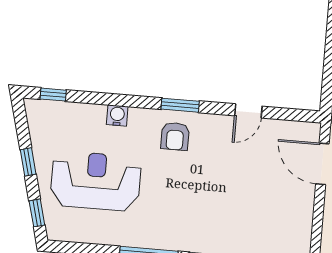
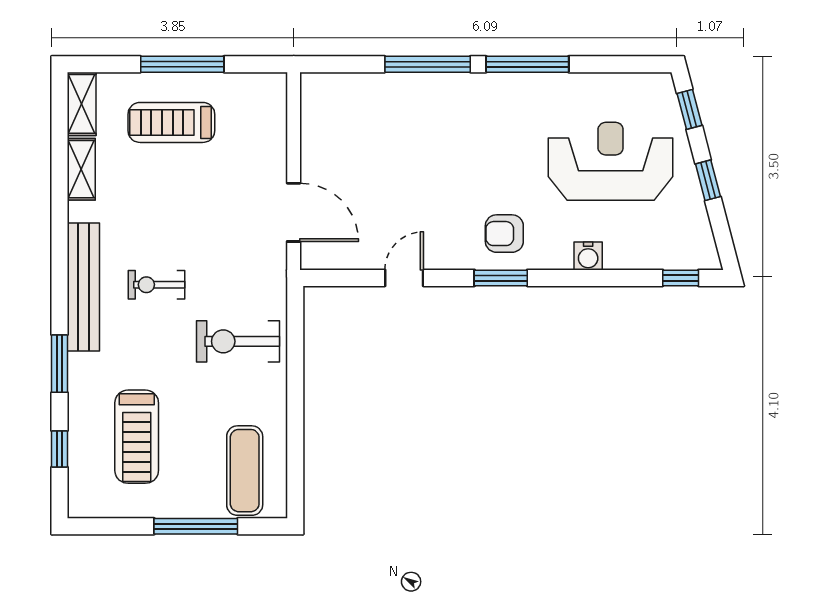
armchair: (175, 136) -> (504, 234), turned -90
reception desk: (96, 181) -> (611, 161), turned 180

